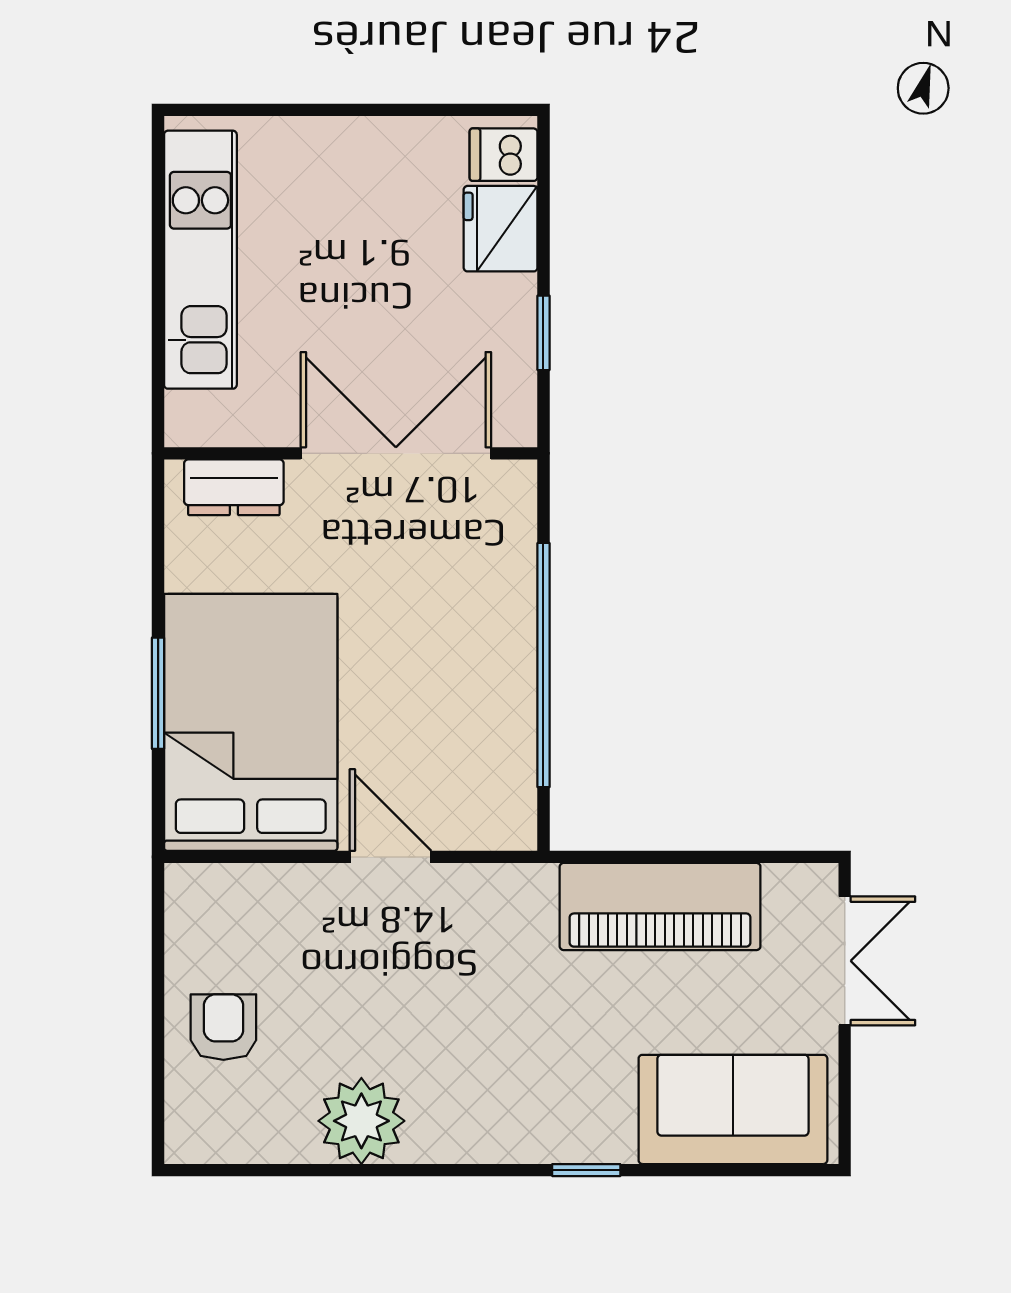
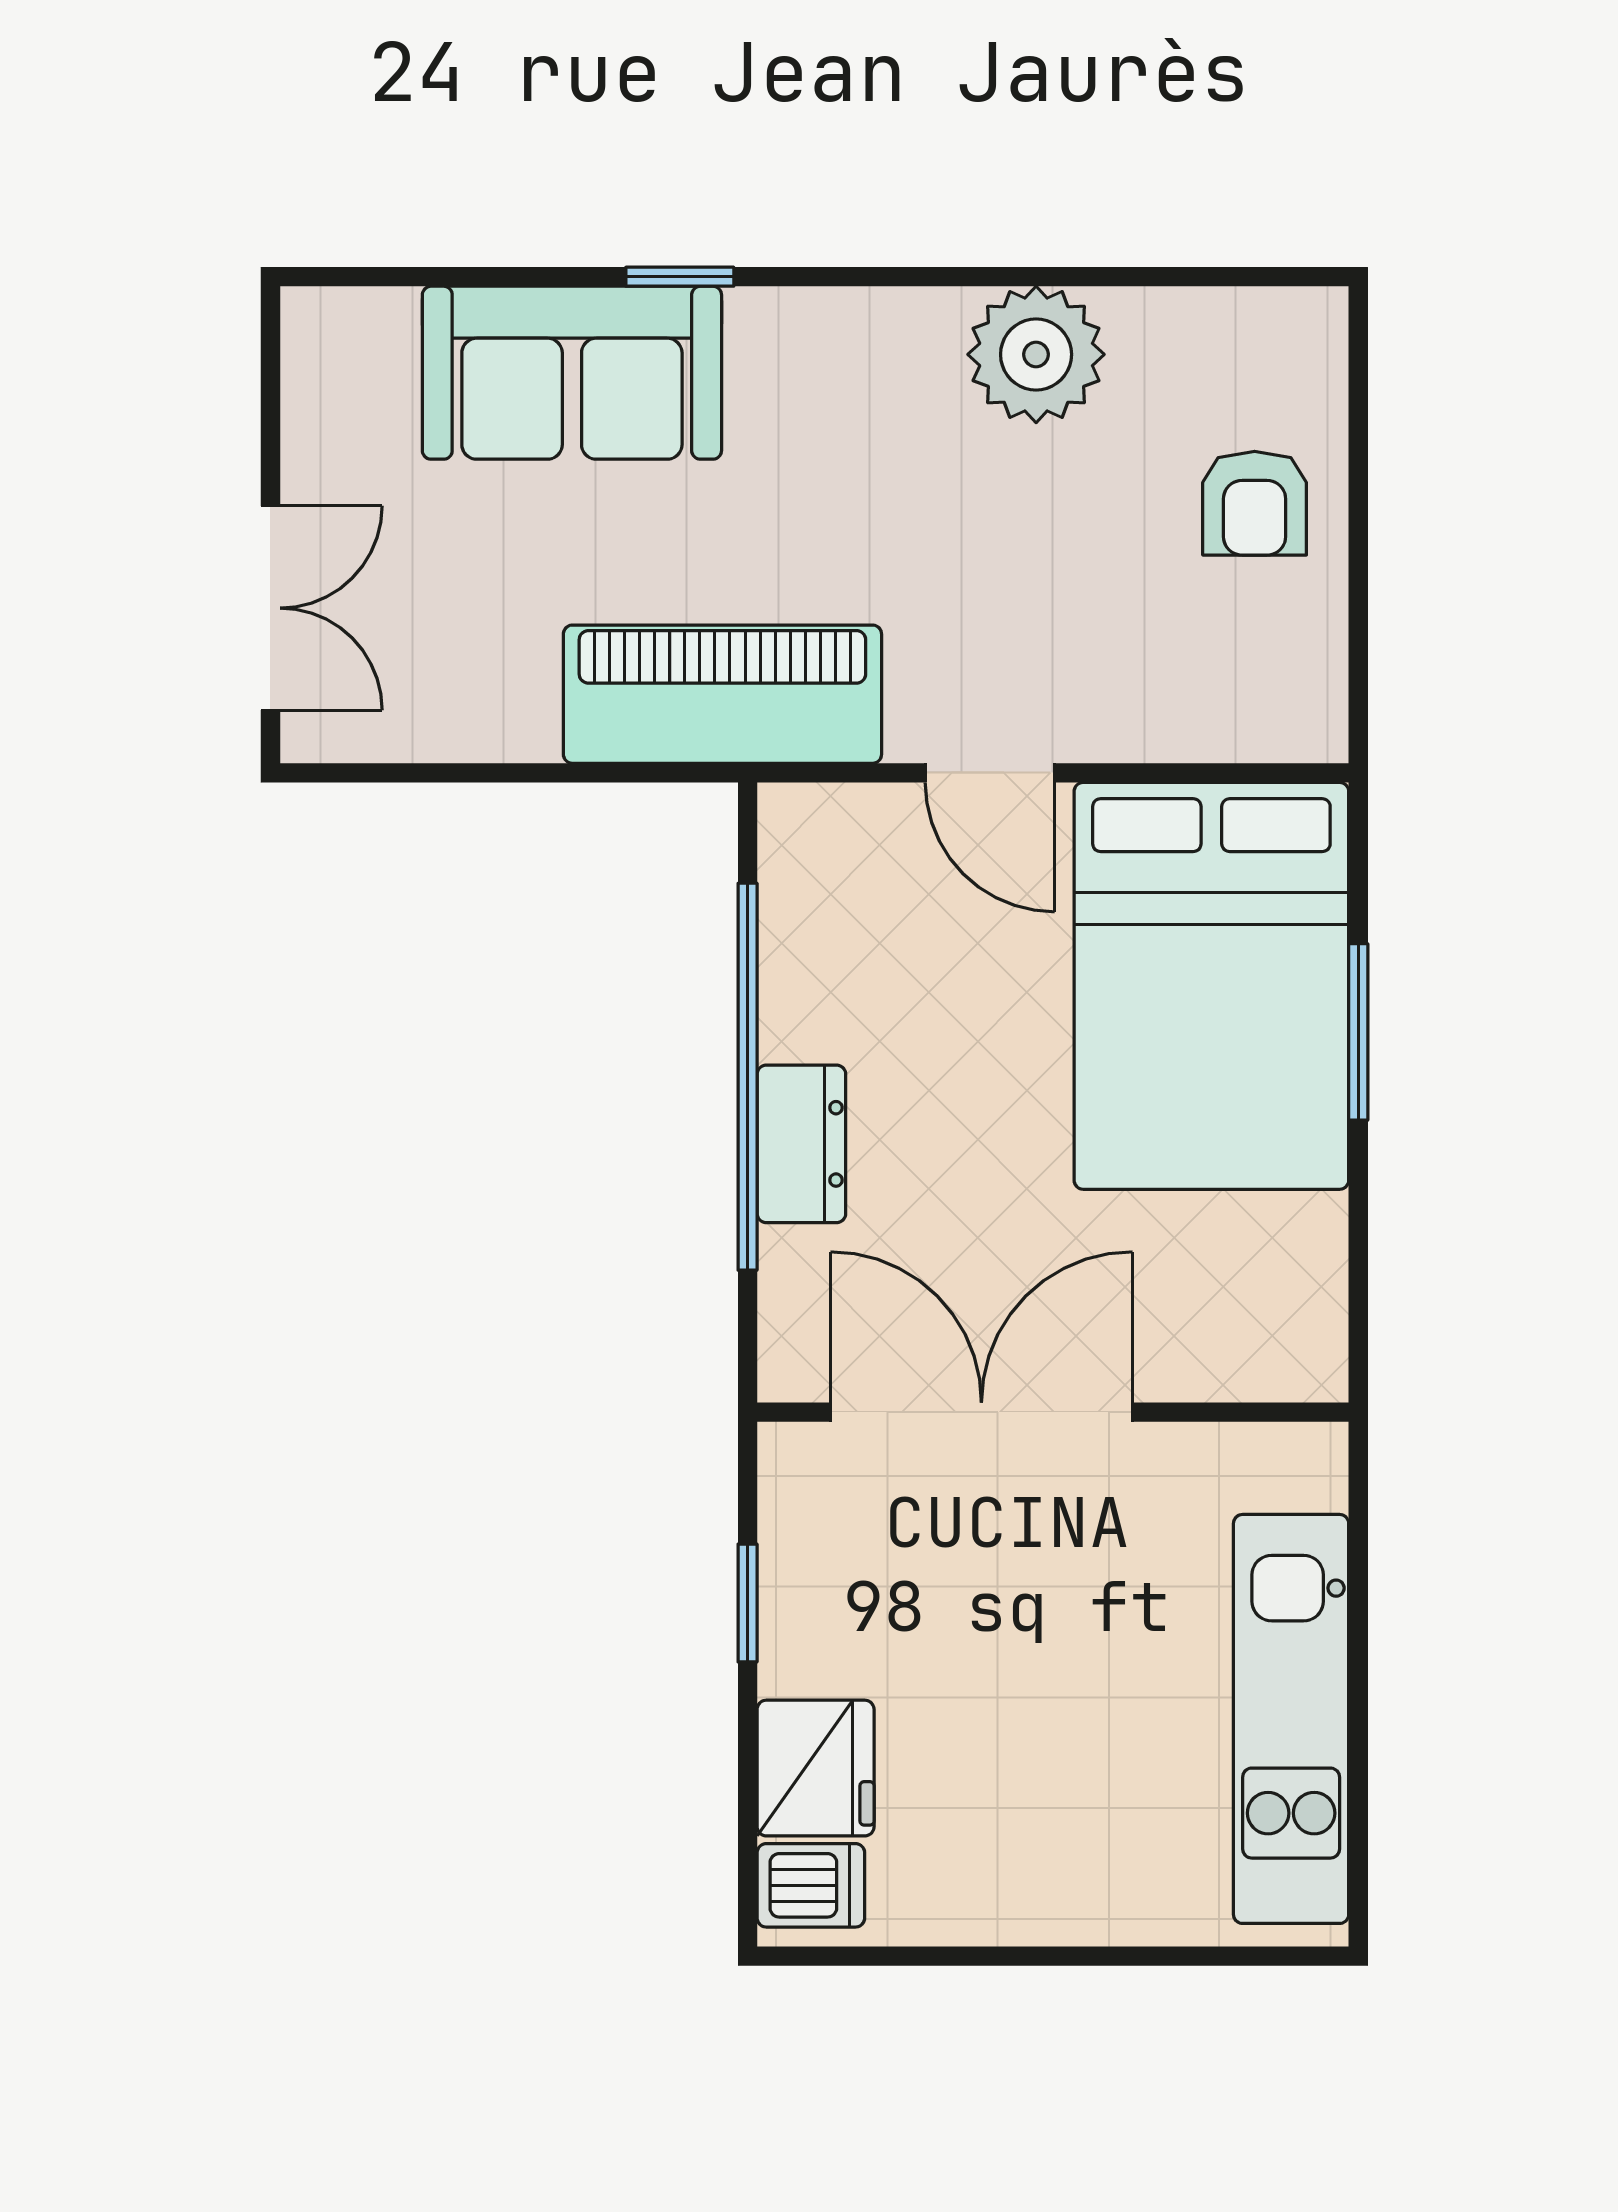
double door: (396, 453) -> (981, 1412), swing flipped
dresser: (234, 487) -> (801, 1144), moved, turned 90
piano: (660, 906) -> (722, 694), moved
double door: (845, 961) -> (270, 608), swing flipped
sofa: (733, 1109) -> (572, 373), moved

